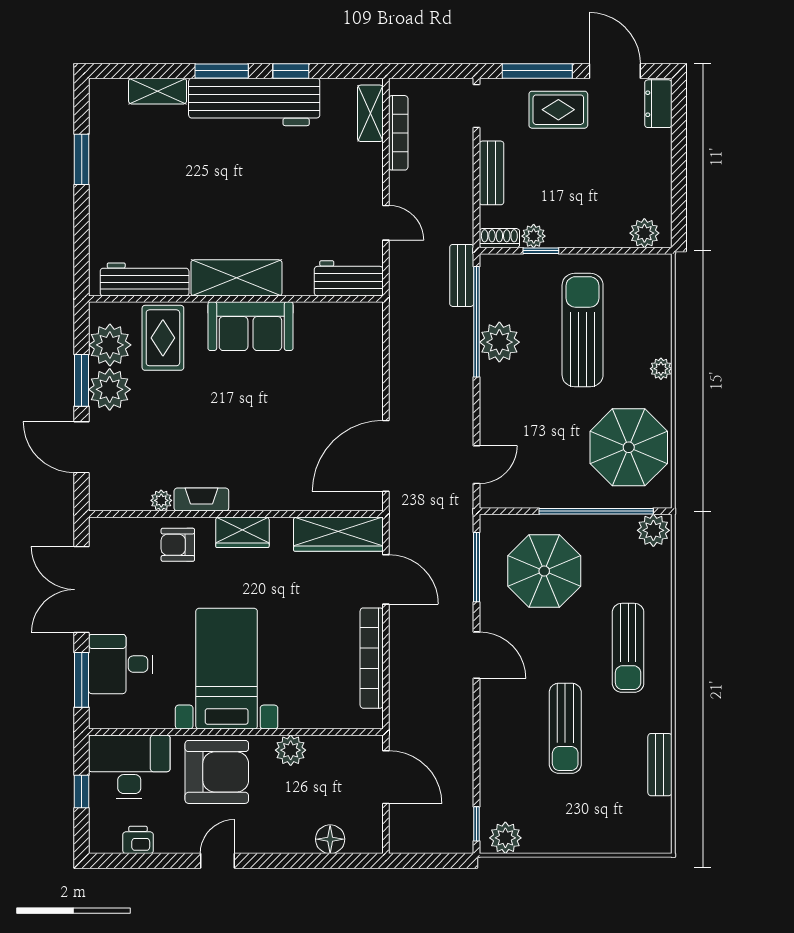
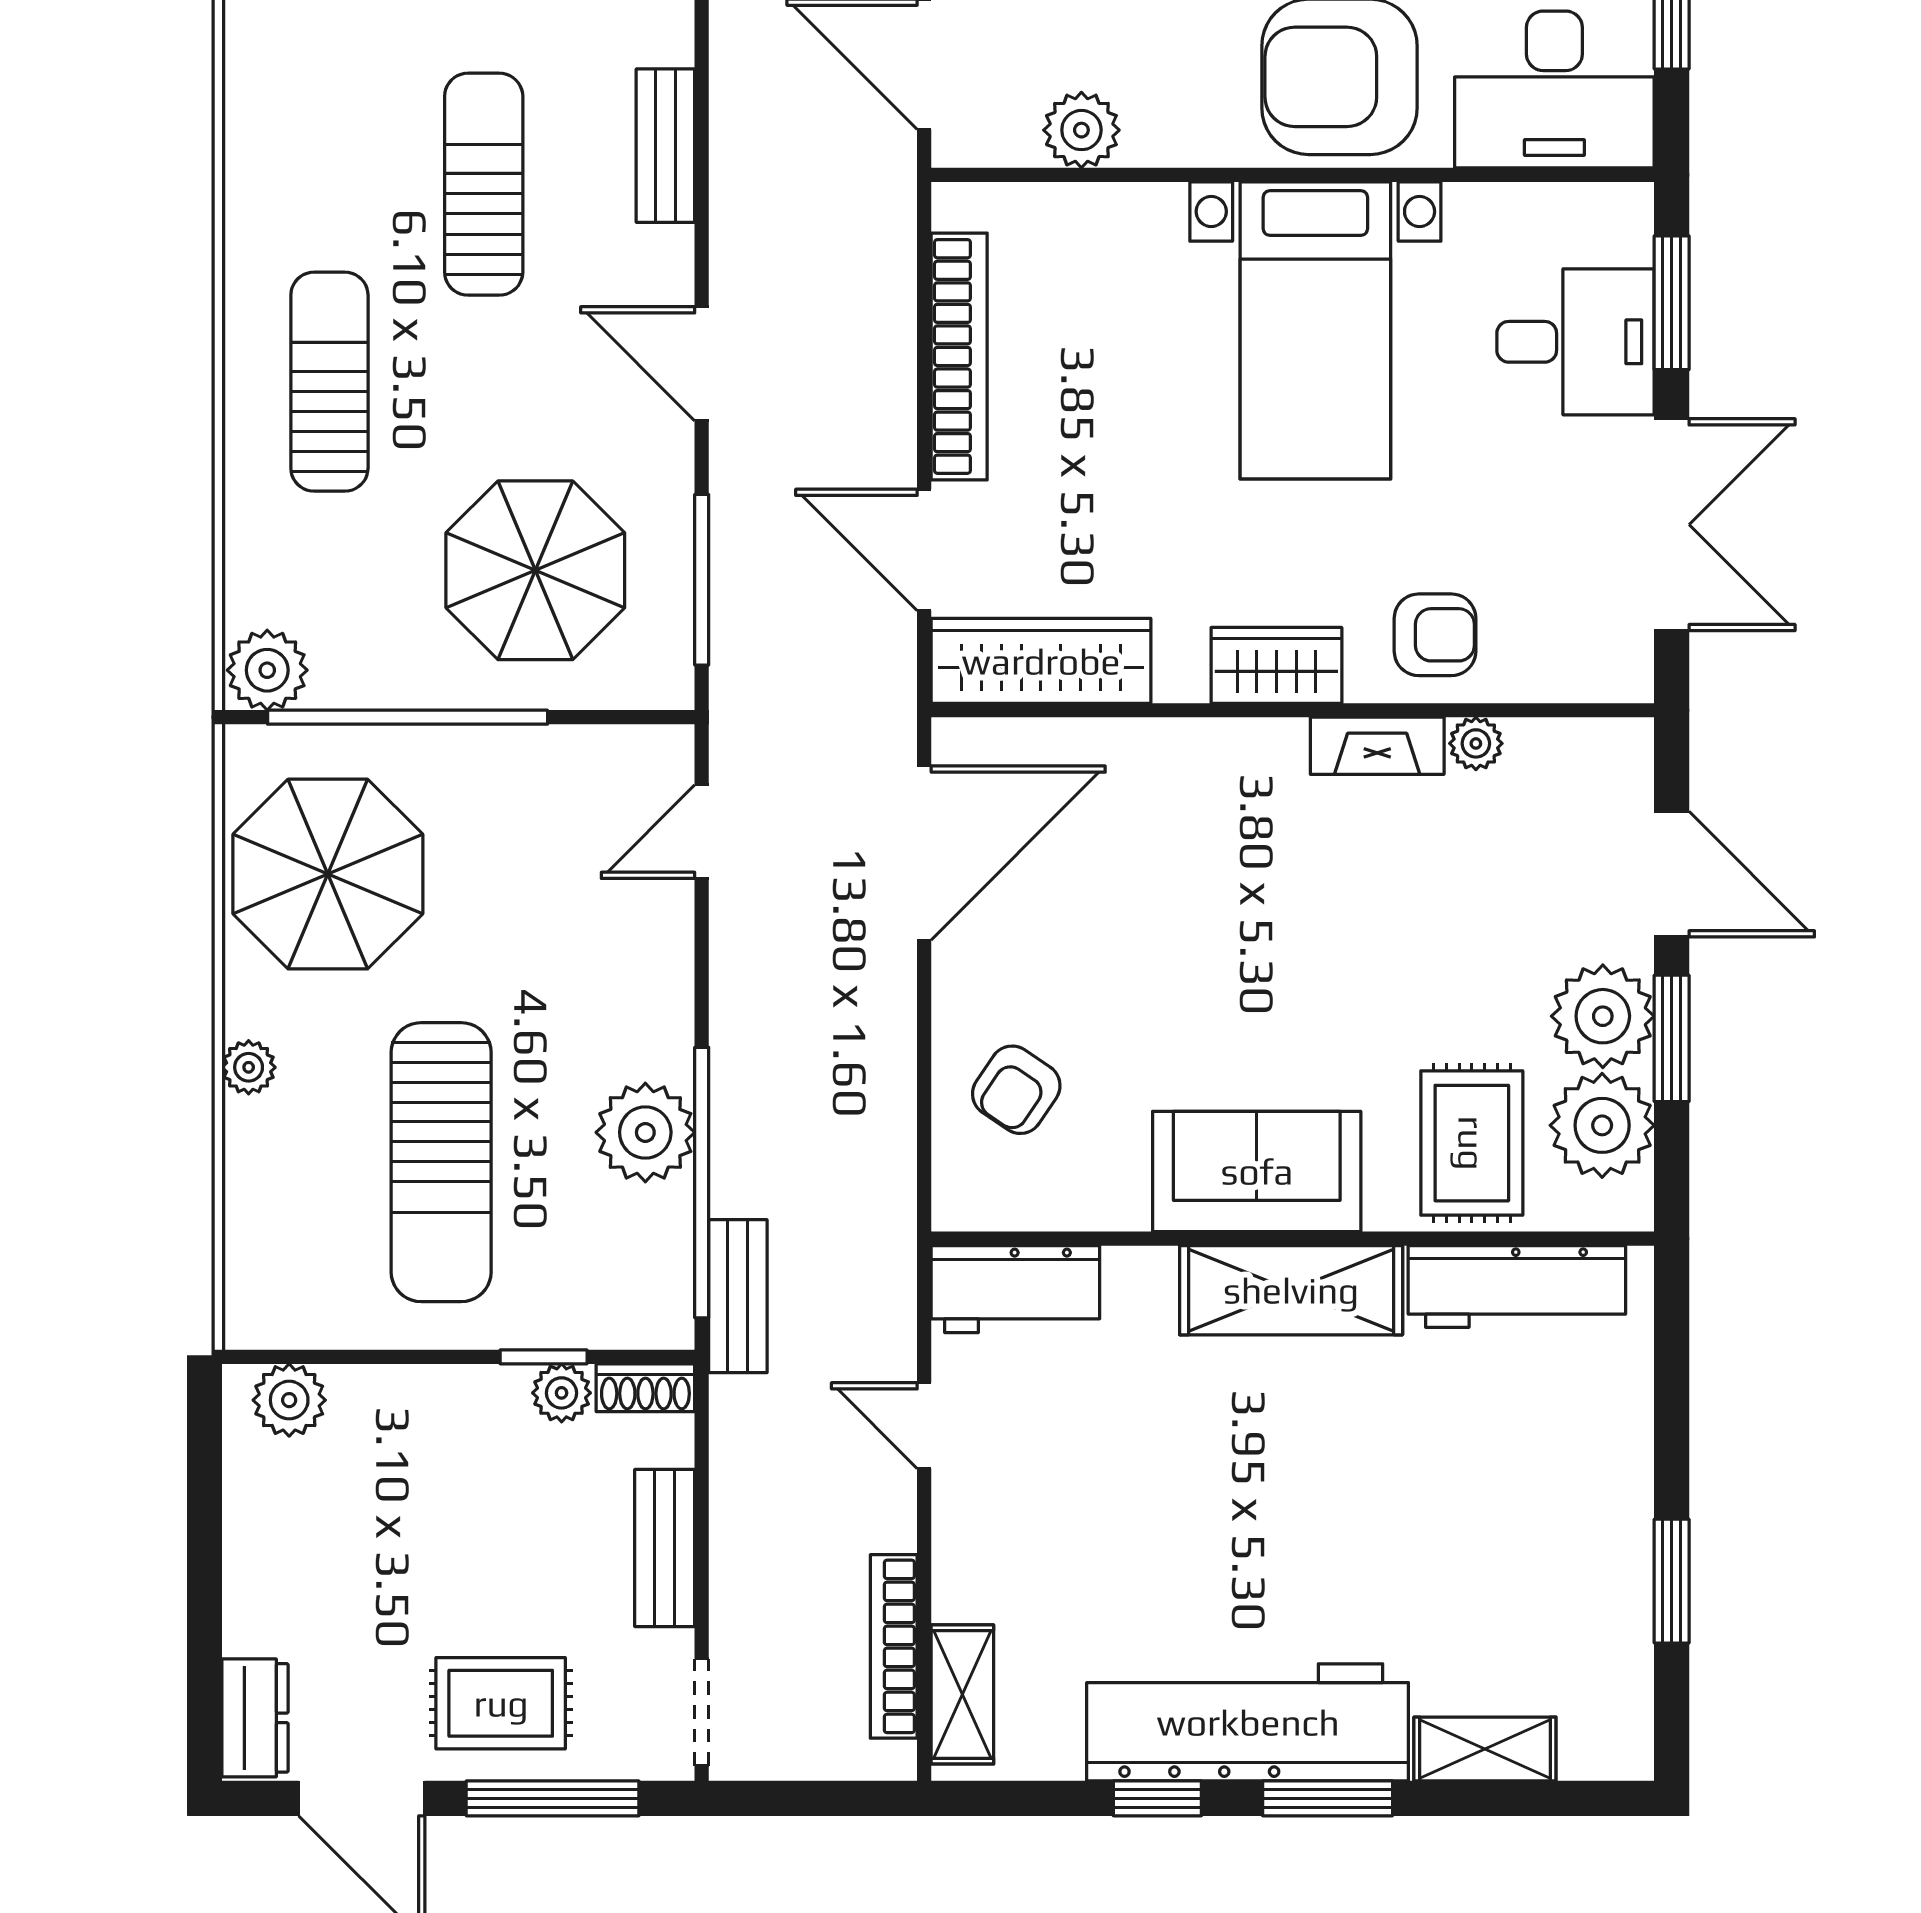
armchair: (348, 360) -> (1016, 1090), added
plant: (291, 750) -> (1081, 130), moved
bench: (660, 765) -> (665, 146), moved

